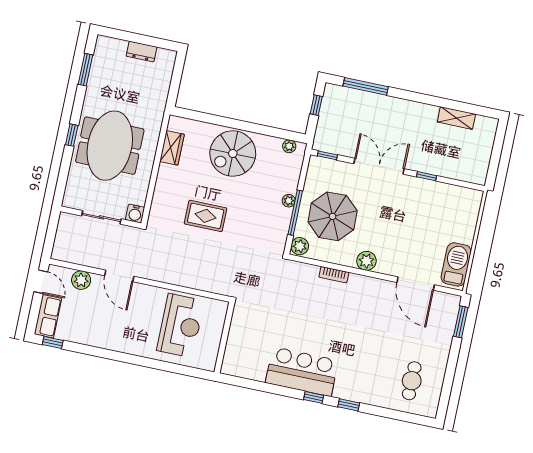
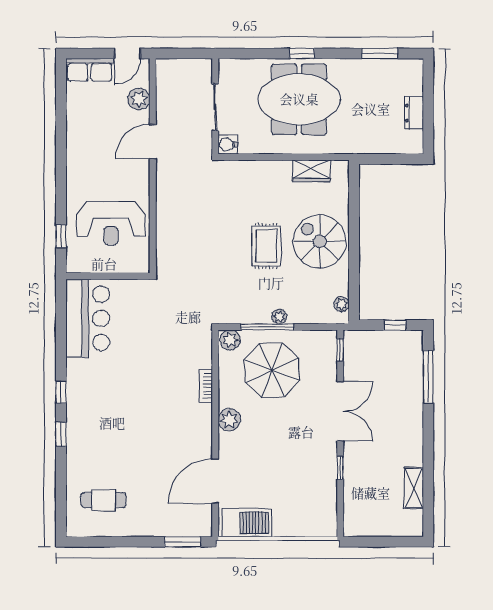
rug: (206, 216) -> (266, 246), moved
window: (53, 342) -> (61, 236), moved
bar counter: (302, 372) -> (88, 318), moved

